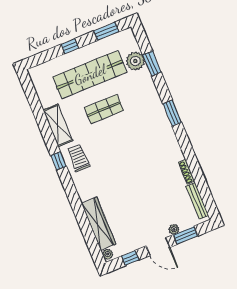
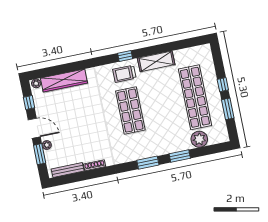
window: (106, 31) -> (228, 109), moved
window: (152, 64) -> (180, 156), moved
shop shelf: (104, 109) -> (130, 111), moved, width x1.43, depth x1.36
trolley: (78, 158) -> (124, 74), turned 180
door: (158, 247) -> (34, 128), swing flipped

